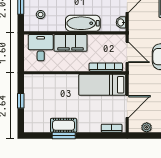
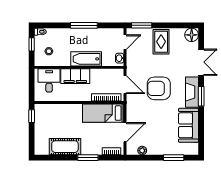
window: (21, 101) -> (32, 116), moved
cot: (64, 125) -> (65, 147), width x1.37, depth x1.34
window: (64, 135) -> (88, 158), moved

